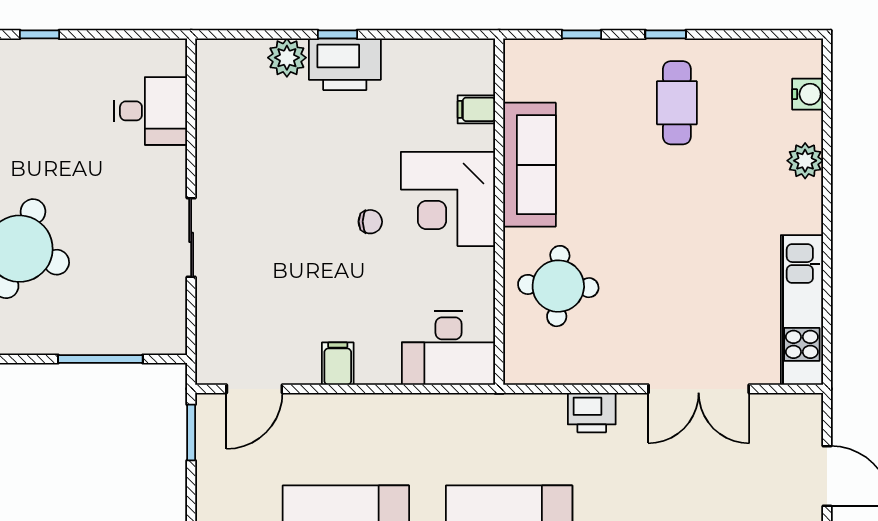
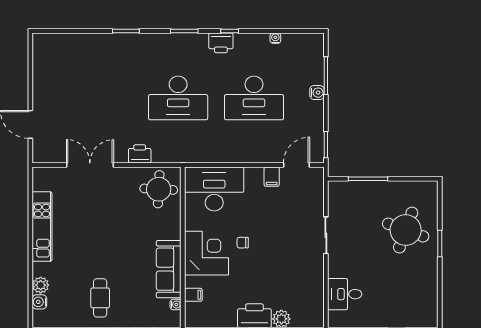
water cooler: (515, 88) -> (176, 304), added
plant: (805, 161) -> (41, 285), moved
round table: (558, 286) -> (159, 189), moved
kitchen unit: (802, 310) -> (42, 227), moved
desk: (449, 348) -> (214, 189), width x1.36, depth x1.30
filing cabinet: (338, 364) -> (272, 177), moved

